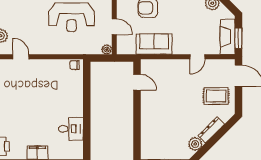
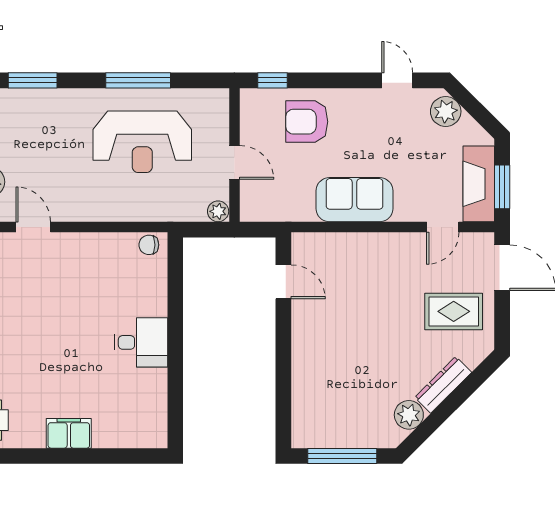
sofa: (154, 44) -> (354, 200), moved
door: (197, 57) -> (443, 227), moved
desk: (71, 129) -> (141, 342), moved

